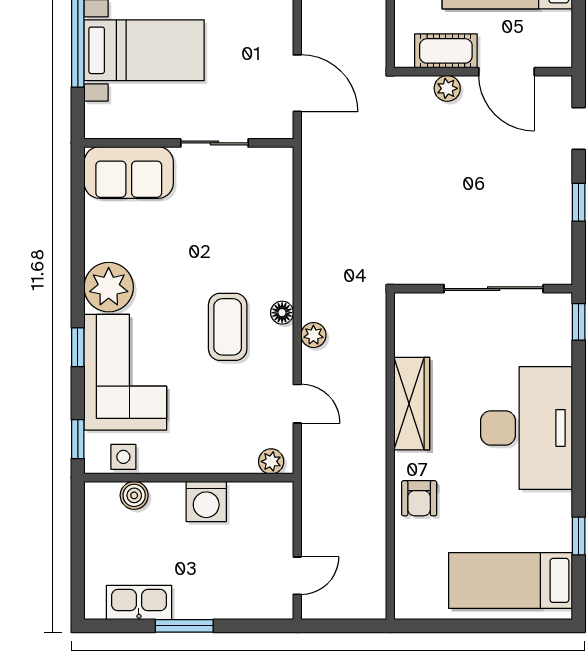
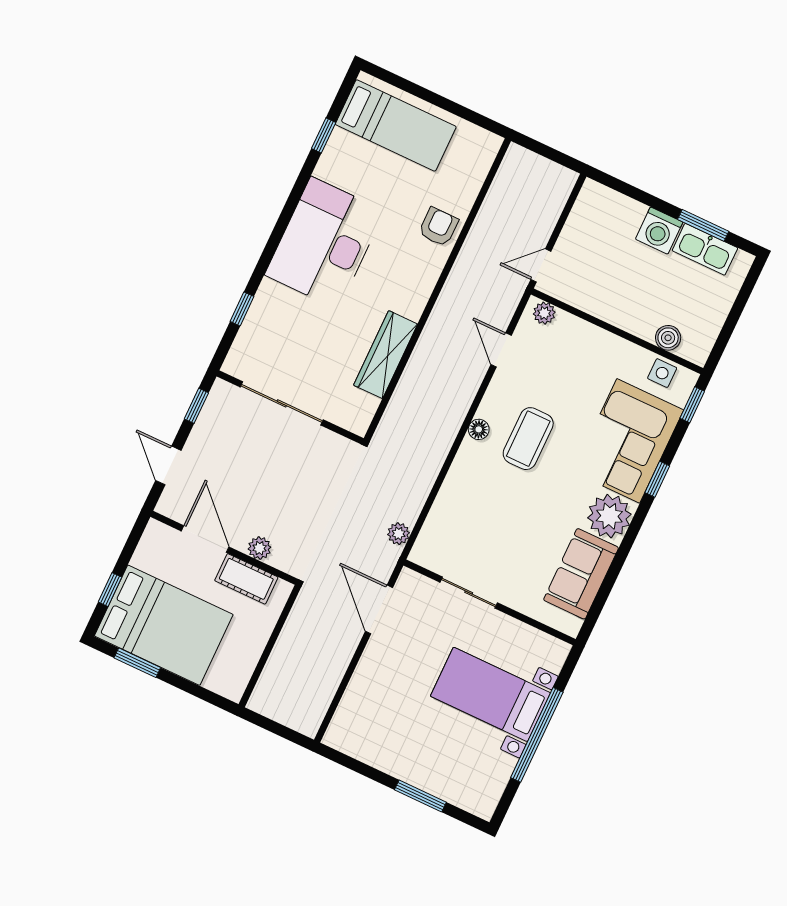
sofa: (129, 172) -> (581, 574), moved, turned -90
wall: (483, 289) -> (290, 407), moved
sliding door: (494, 289) -> (282, 403), moved
plant: (313, 335) -> (399, 534), moved
wardrobe: (412, 404) -> (386, 355), moved
washing machine: (206, 501) -> (659, 231), moved, turned 180
door: (297, 576) -> (541, 265), moved
window: (184, 626) -> (703, 225), moved

